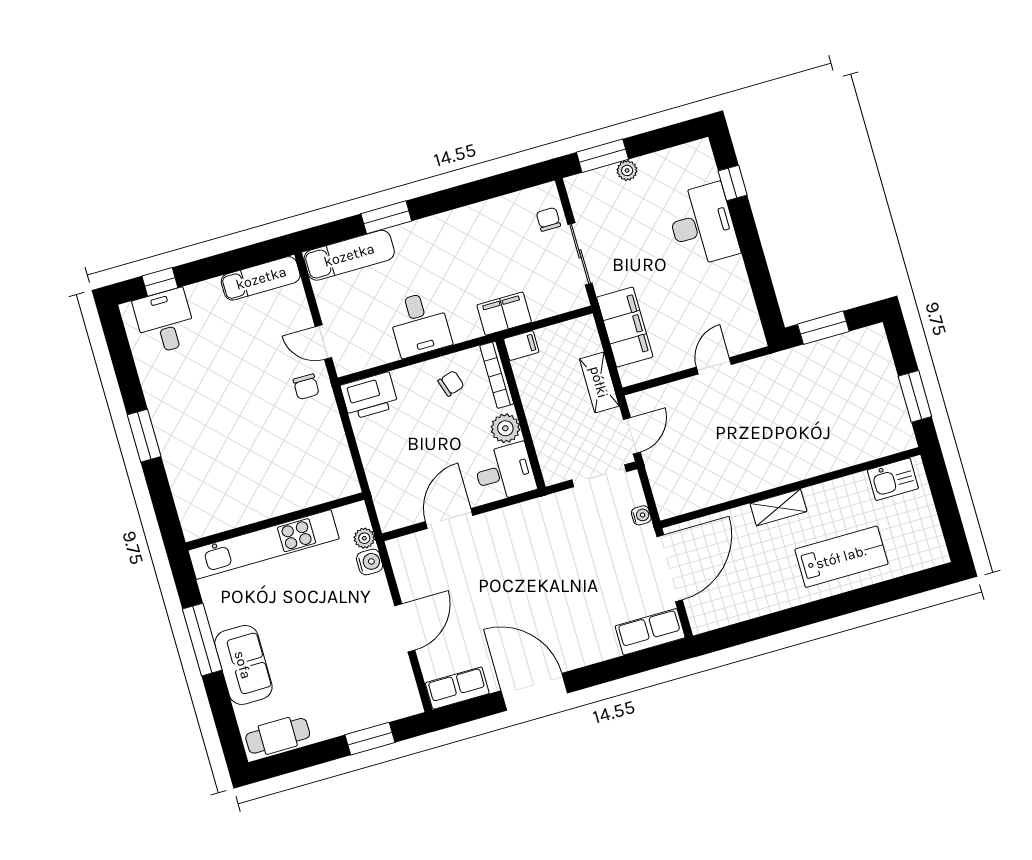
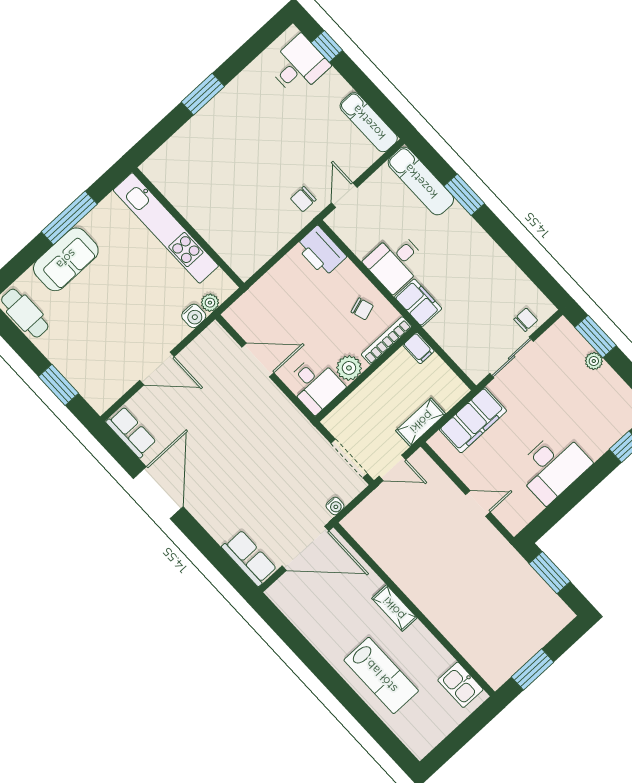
desk: (703, 225) -> (553, 467), moved
filing cabinet: (504, 314) -> (418, 303), moved

